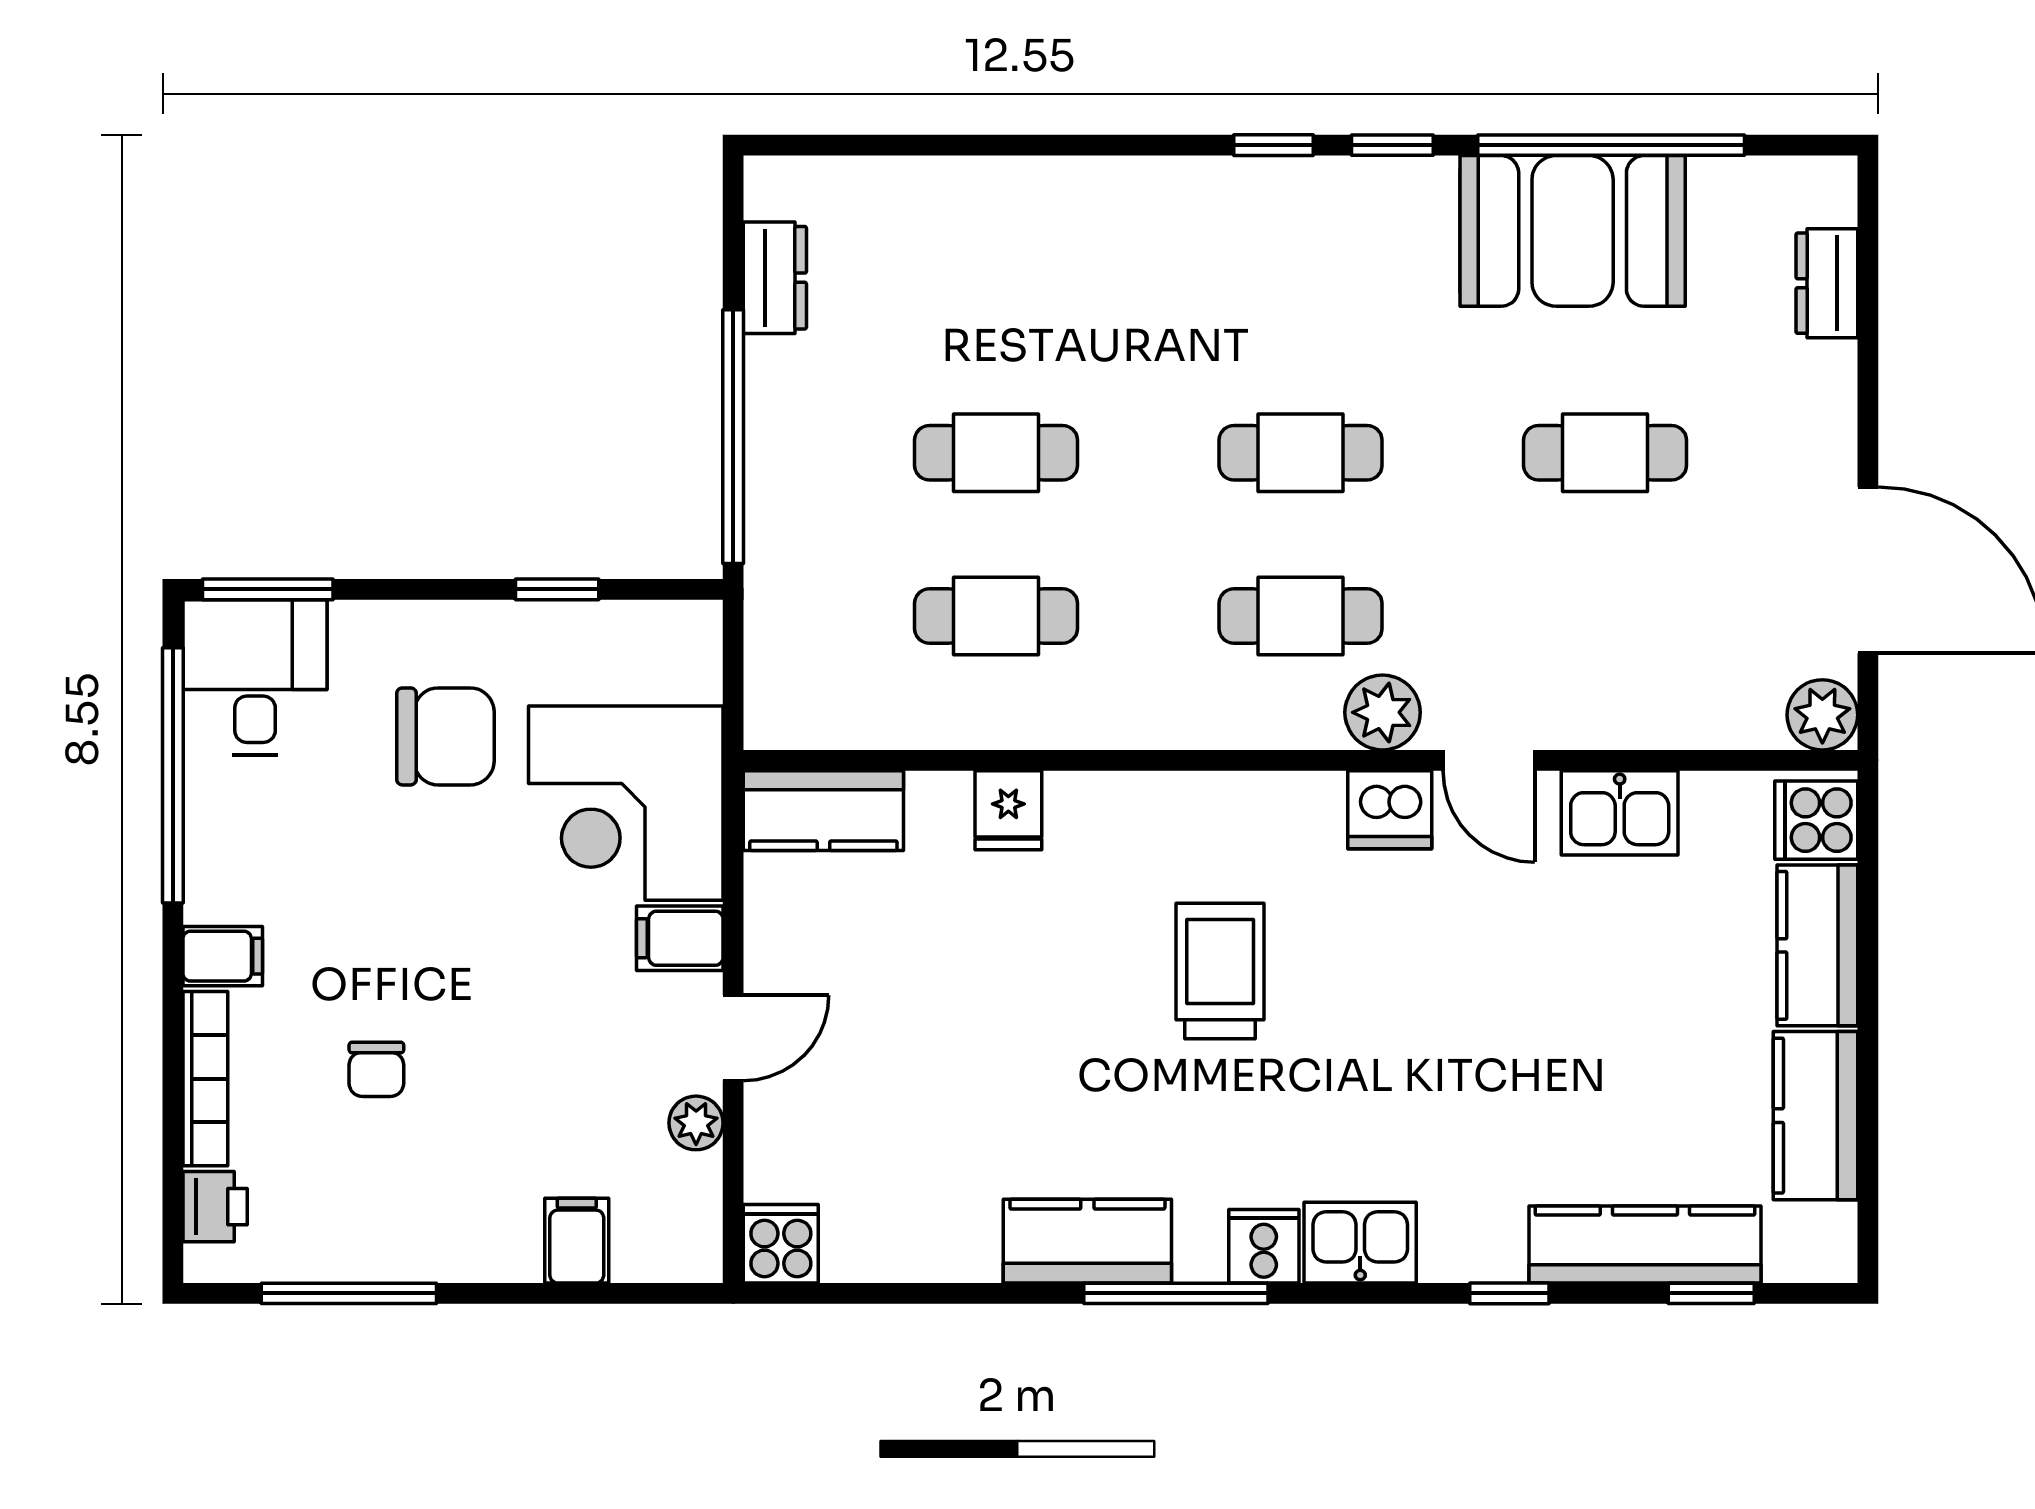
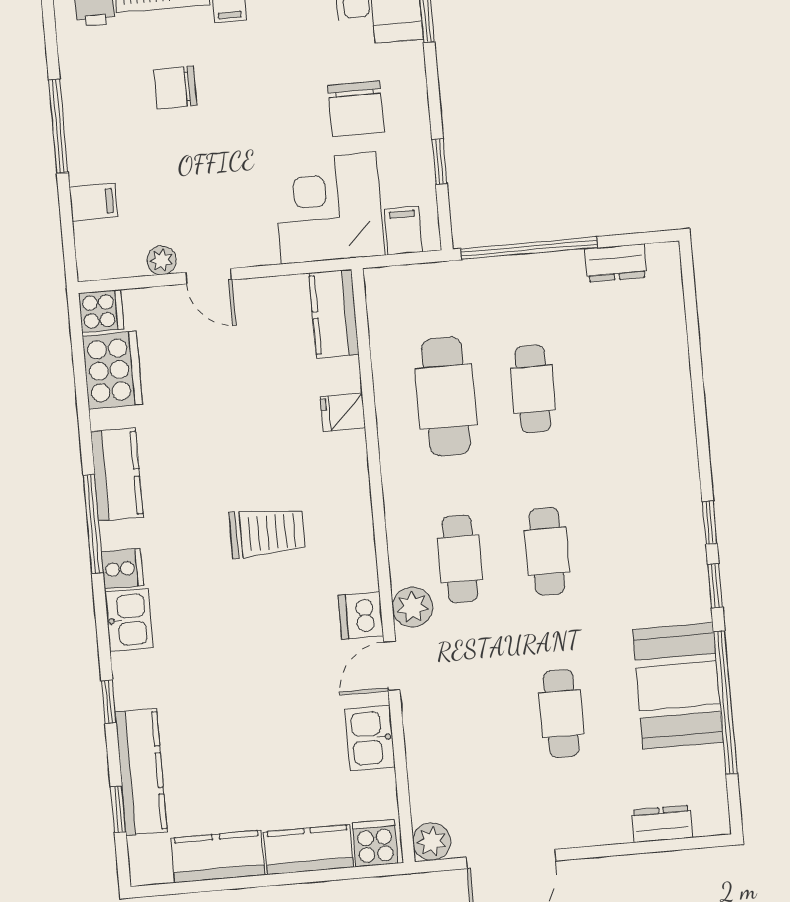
cafe table: (996, 616) -> (446, 397), width x1.37, depth x1.35
filing cabinet: (680, 938) -> (403, 230), moved
chair: (376, 1069) -> (175, 87), width x1.37, depth x1.37
cooker: (892, 1232) -> (112, 370), added
window: (349, 1293) -> (58, 126), moved

